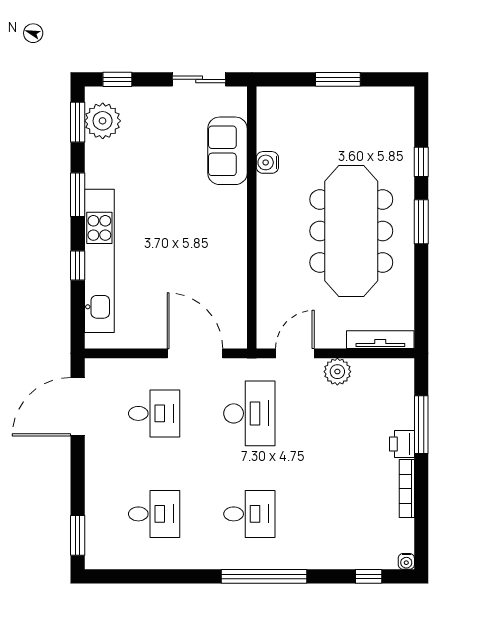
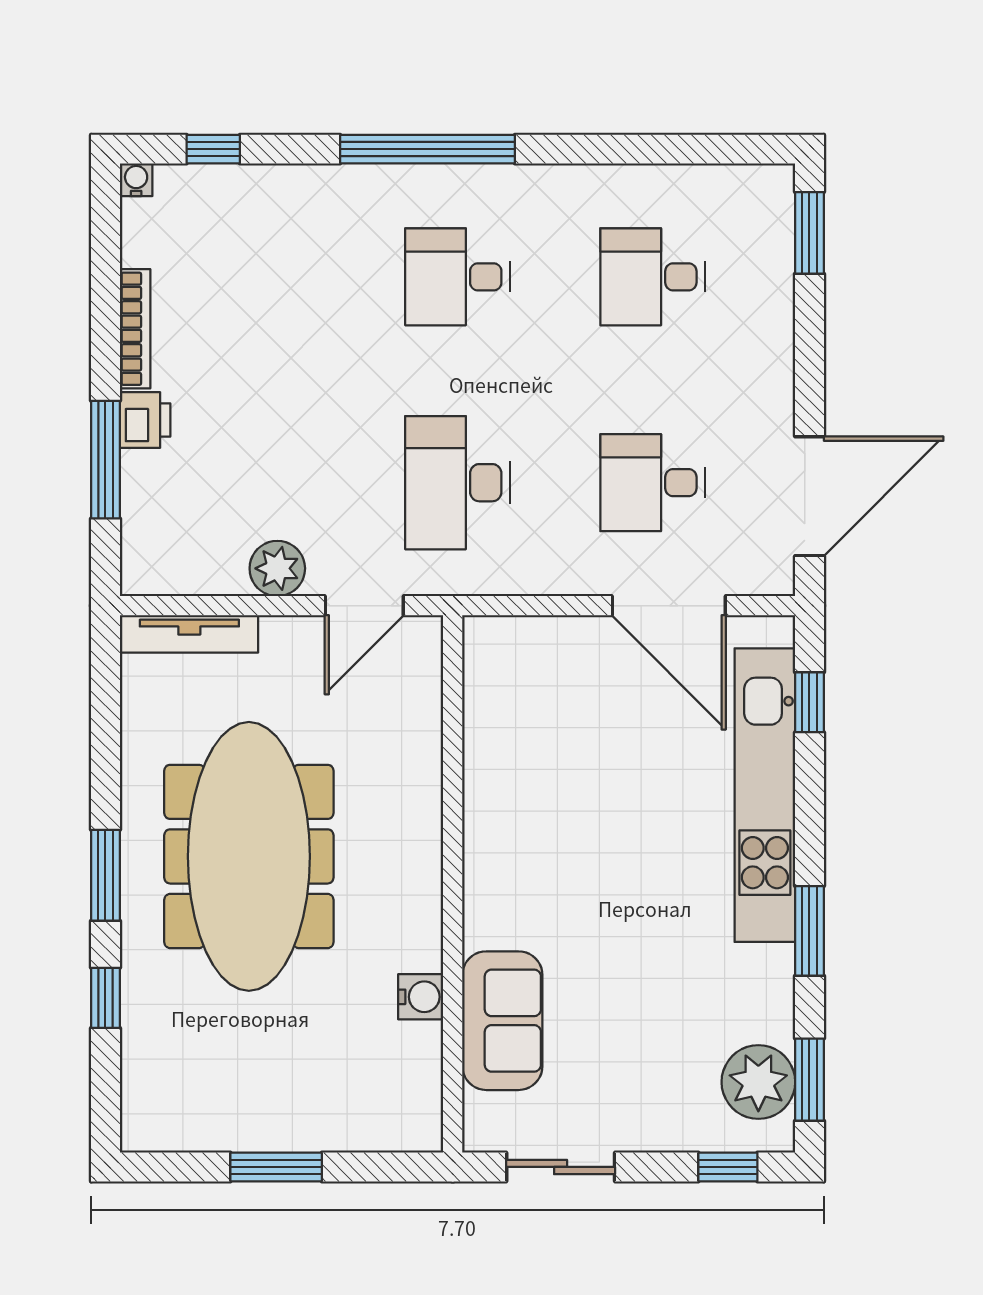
window: (78, 266) -> (809, 702), moved
door: (195, 353) -> (669, 606), moved

